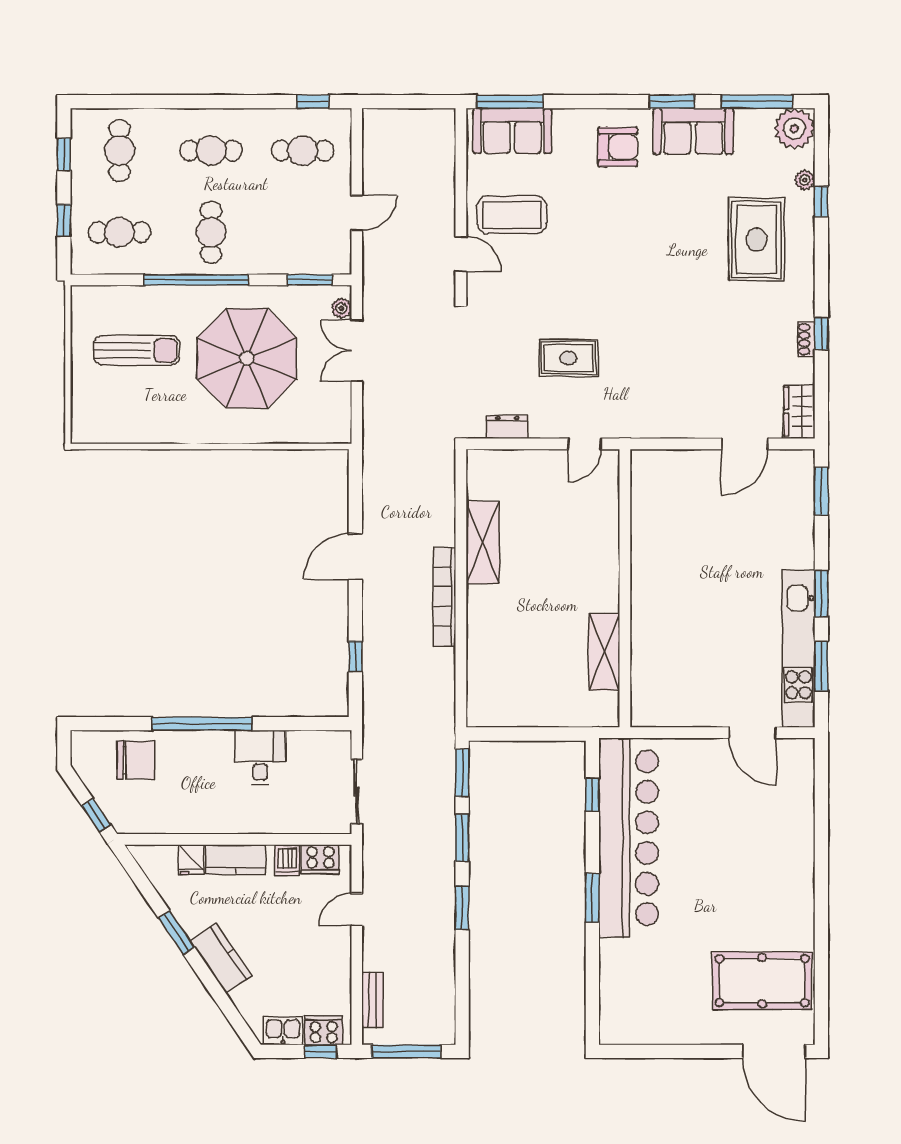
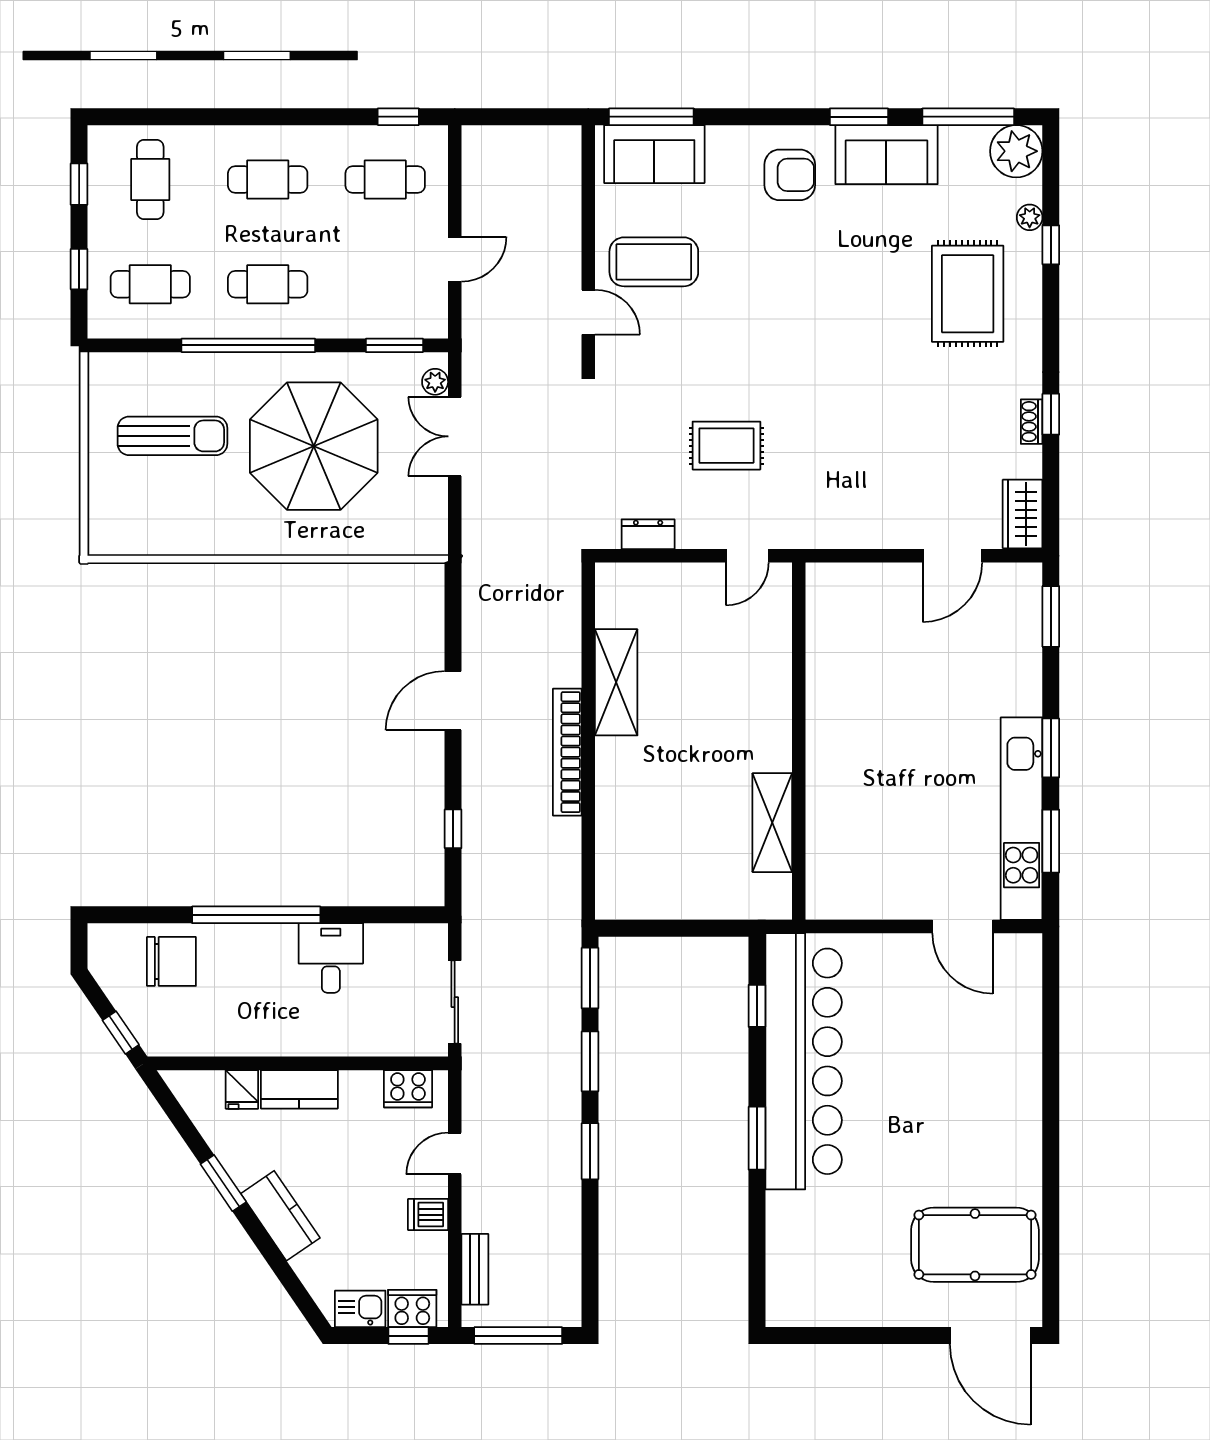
cafe table: (211, 232) -> (268, 284), turned 90
dishwasher: (287, 860) -> (428, 1215), moved, turned 90

